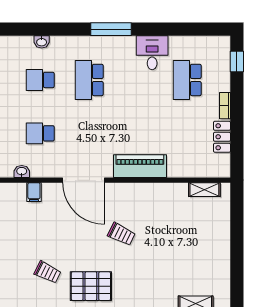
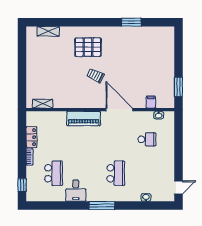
school desk: (40, 80) -> (147, 173), removed
trolley: (48, 272) -> (142, 51), removed
pallet: (91, 286) -> (88, 47), moved

